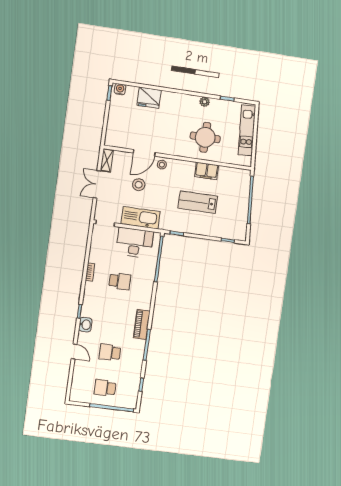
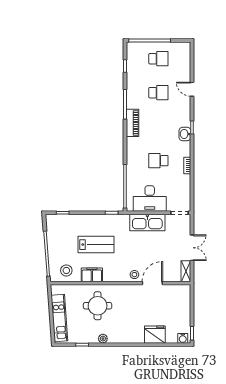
stool: (139, 185) -> (66, 270), moved
washbasin: (85, 325) -> (185, 134), moved

